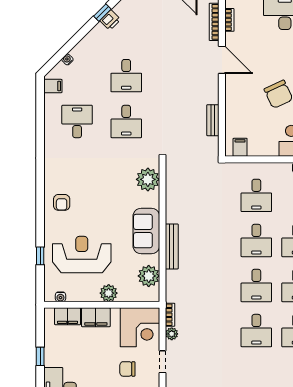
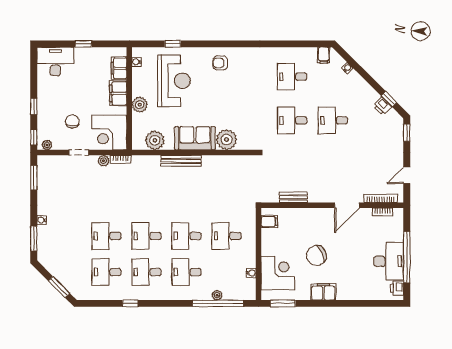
desk: (77, 121) -> (292, 77), turned 180
plant: (148, 179) -> (227, 140), moved

